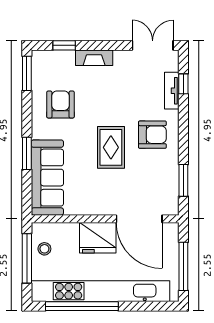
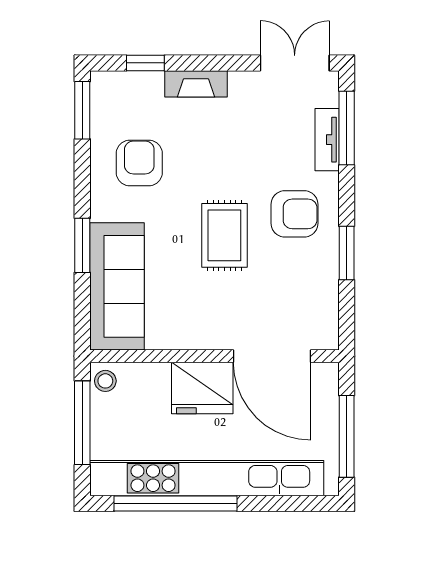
window: (183, 84) -> (347, 128), width x2.17
window: (183, 180) -> (347, 253), moved
stool: (44, 249) -> (105, 381), moved

